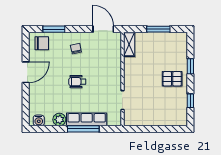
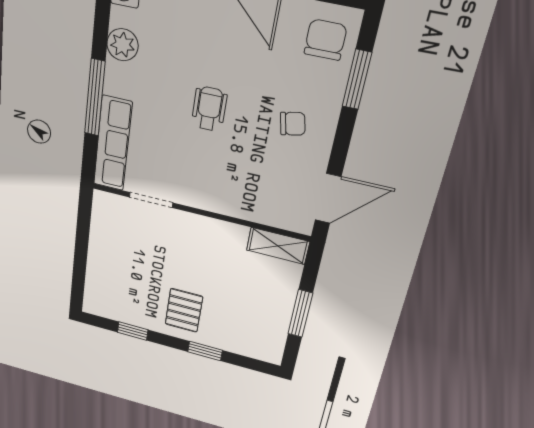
chair: (42, 43) -> (325, 40), turned 180
row of seats: (87, 119) -> (113, 144), moved

